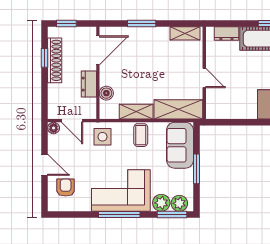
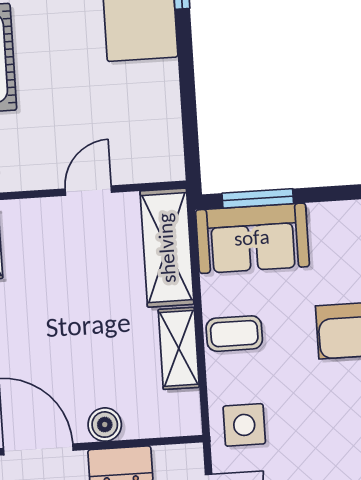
boiler: (106, 93) -> (105, 425), moved
window: (196, 169) -> (258, 198), moved

